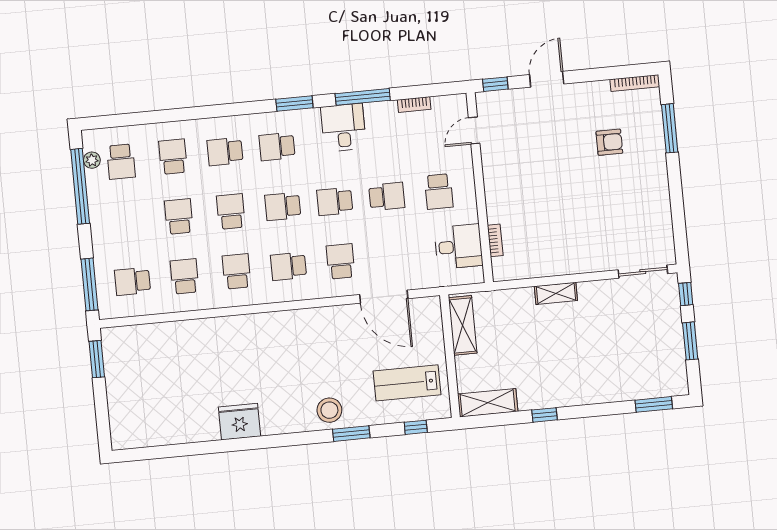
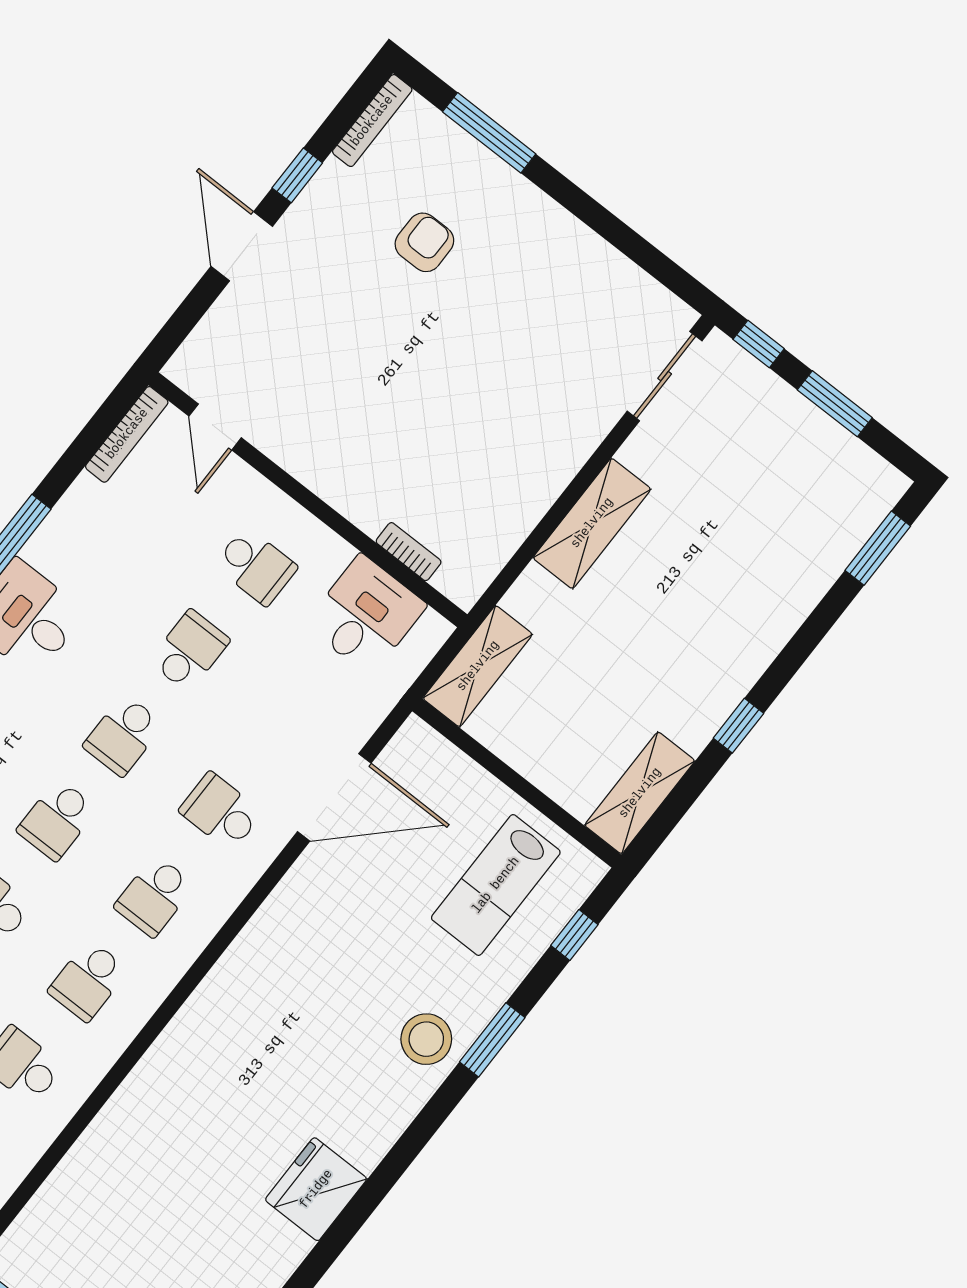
window: (495, 84) -> (297, 175), moved
bookcase: (414, 104) -> (127, 434), moved, width x1.56
school desk: (237, 271) -> (88, 981), turned -90
shelving: (556, 293) -> (592, 523), width x1.50, depth x1.33
shelving: (463, 325) -> (478, 666), moved, turned 90

